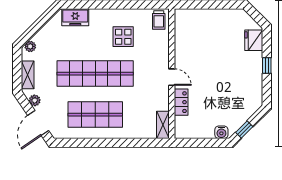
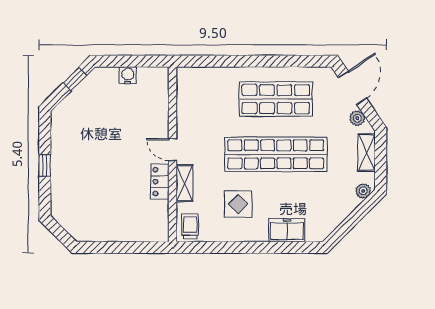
freezer: (75, 17) -> (287, 230), moved
fridge: (254, 40) -> (62, 199), removed
locker: (181, 102) -> (160, 182), moved
shelving: (163, 125) -> (185, 183), moved
water cooler: (221, 132) -> (128, 75), moved

